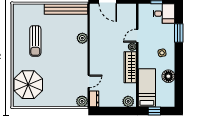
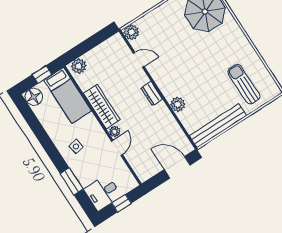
sun lounger: (35, 41) -> (244, 84), moved
floor lamp: (168, 76) -> (34, 97), moved
door: (89, 81) -> (139, 60), swing flipped
dresser: (94, 99) -> (152, 94), moved

